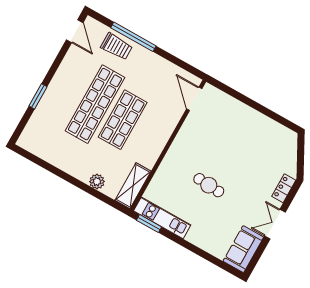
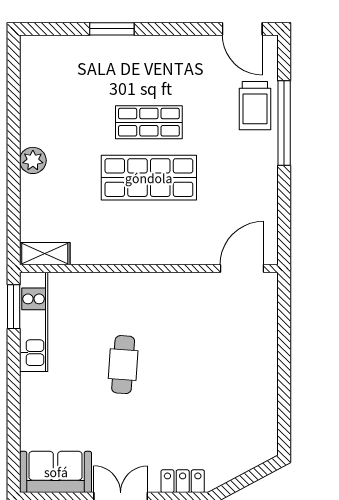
door: (75, 31) -> (242, 29), hinge flipped
shop shelf: (95, 104) -> (149, 122), width x0.50, depth x0.74
plant: (97, 182) -> (33, 160), moved
shelving: (133, 186) -> (45, 254), width x0.67, depth x0.75

